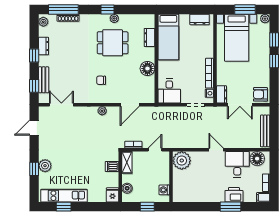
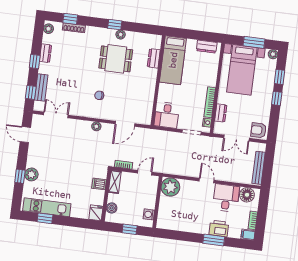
window: (63, 9) -> (70, 19), width x0.46
floor lamp: (147, 69) -> (148, 89), removed
dresser: (222, 94) -> (221, 113), moved
door: (34, 128) -> (25, 135), hinge flipped

